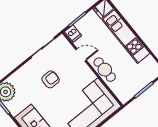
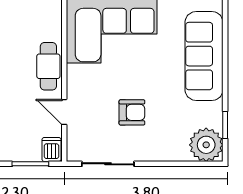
armchair: (51, 79) -> (132, 112), turned 180

